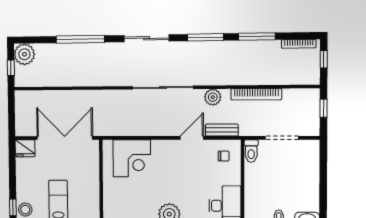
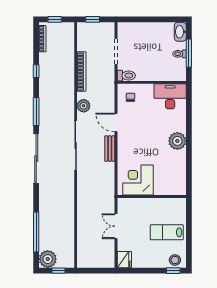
window: (257, 37) -> (36, 71), width x0.46
sliding door: (147, 38) -> (36, 158), width x1.36
window: (80, 39) -> (36, 232), moved
bench: (222, 130) -> (110, 149), moved
double door: (65, 138) -> (116, 226), width x0.54
corner desk: (132, 158) -> (138, 180), moved, turned -90

